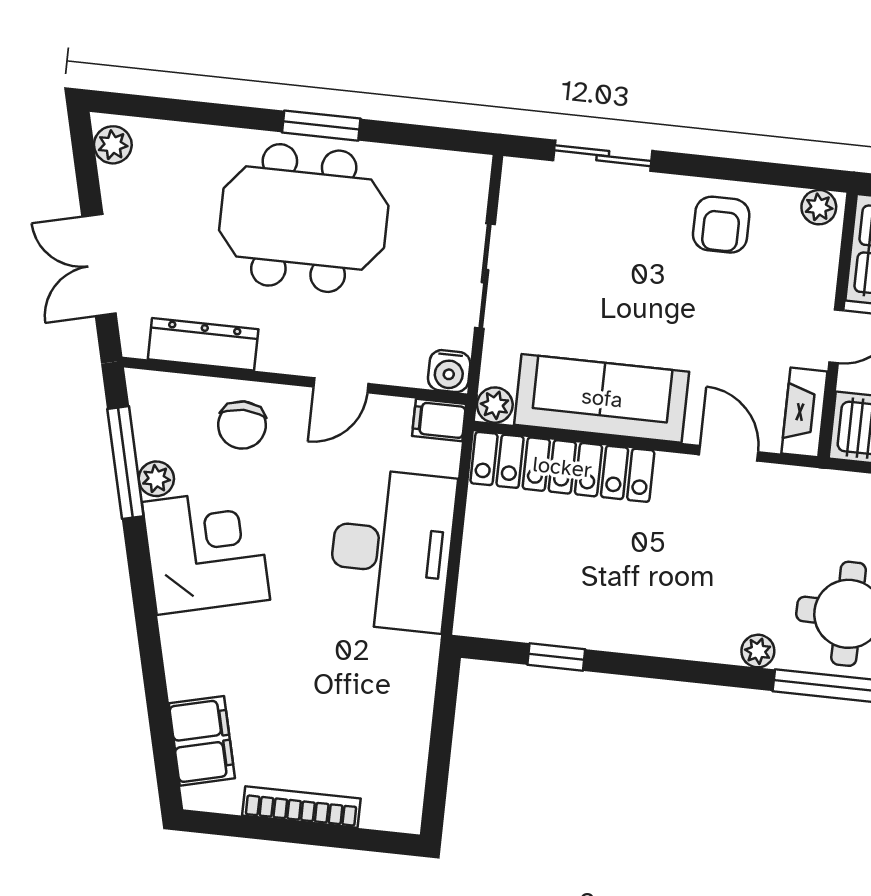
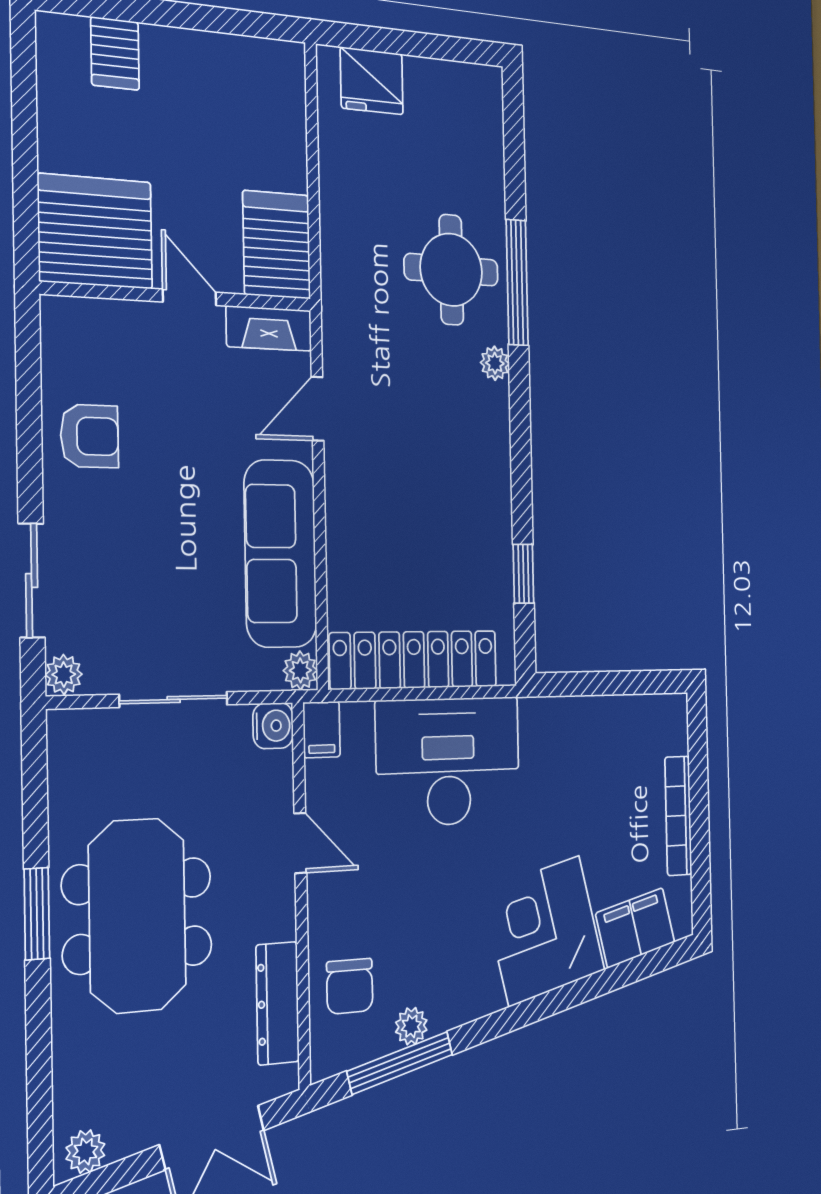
plant: (819, 207) -> (64, 674), moved
chair: (242, 425) -> (350, 986), moved, turned 90
locker: (562, 467) -> (414, 660), moved, turned -90
corner desk: (206, 551) -> (544, 931), moved

